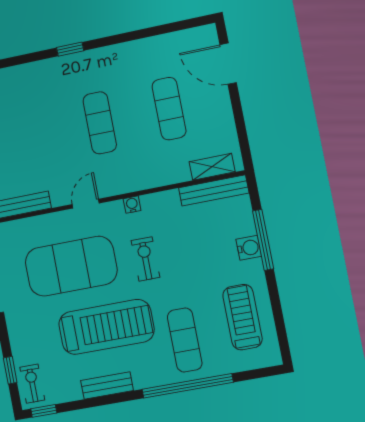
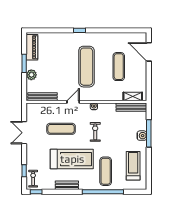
exercise mat: (100, 123) -> (86, 67), width x1.36, depth x1.45
exercise mat: (71, 266) -> (61, 129), width x0.50, depth x0.69

